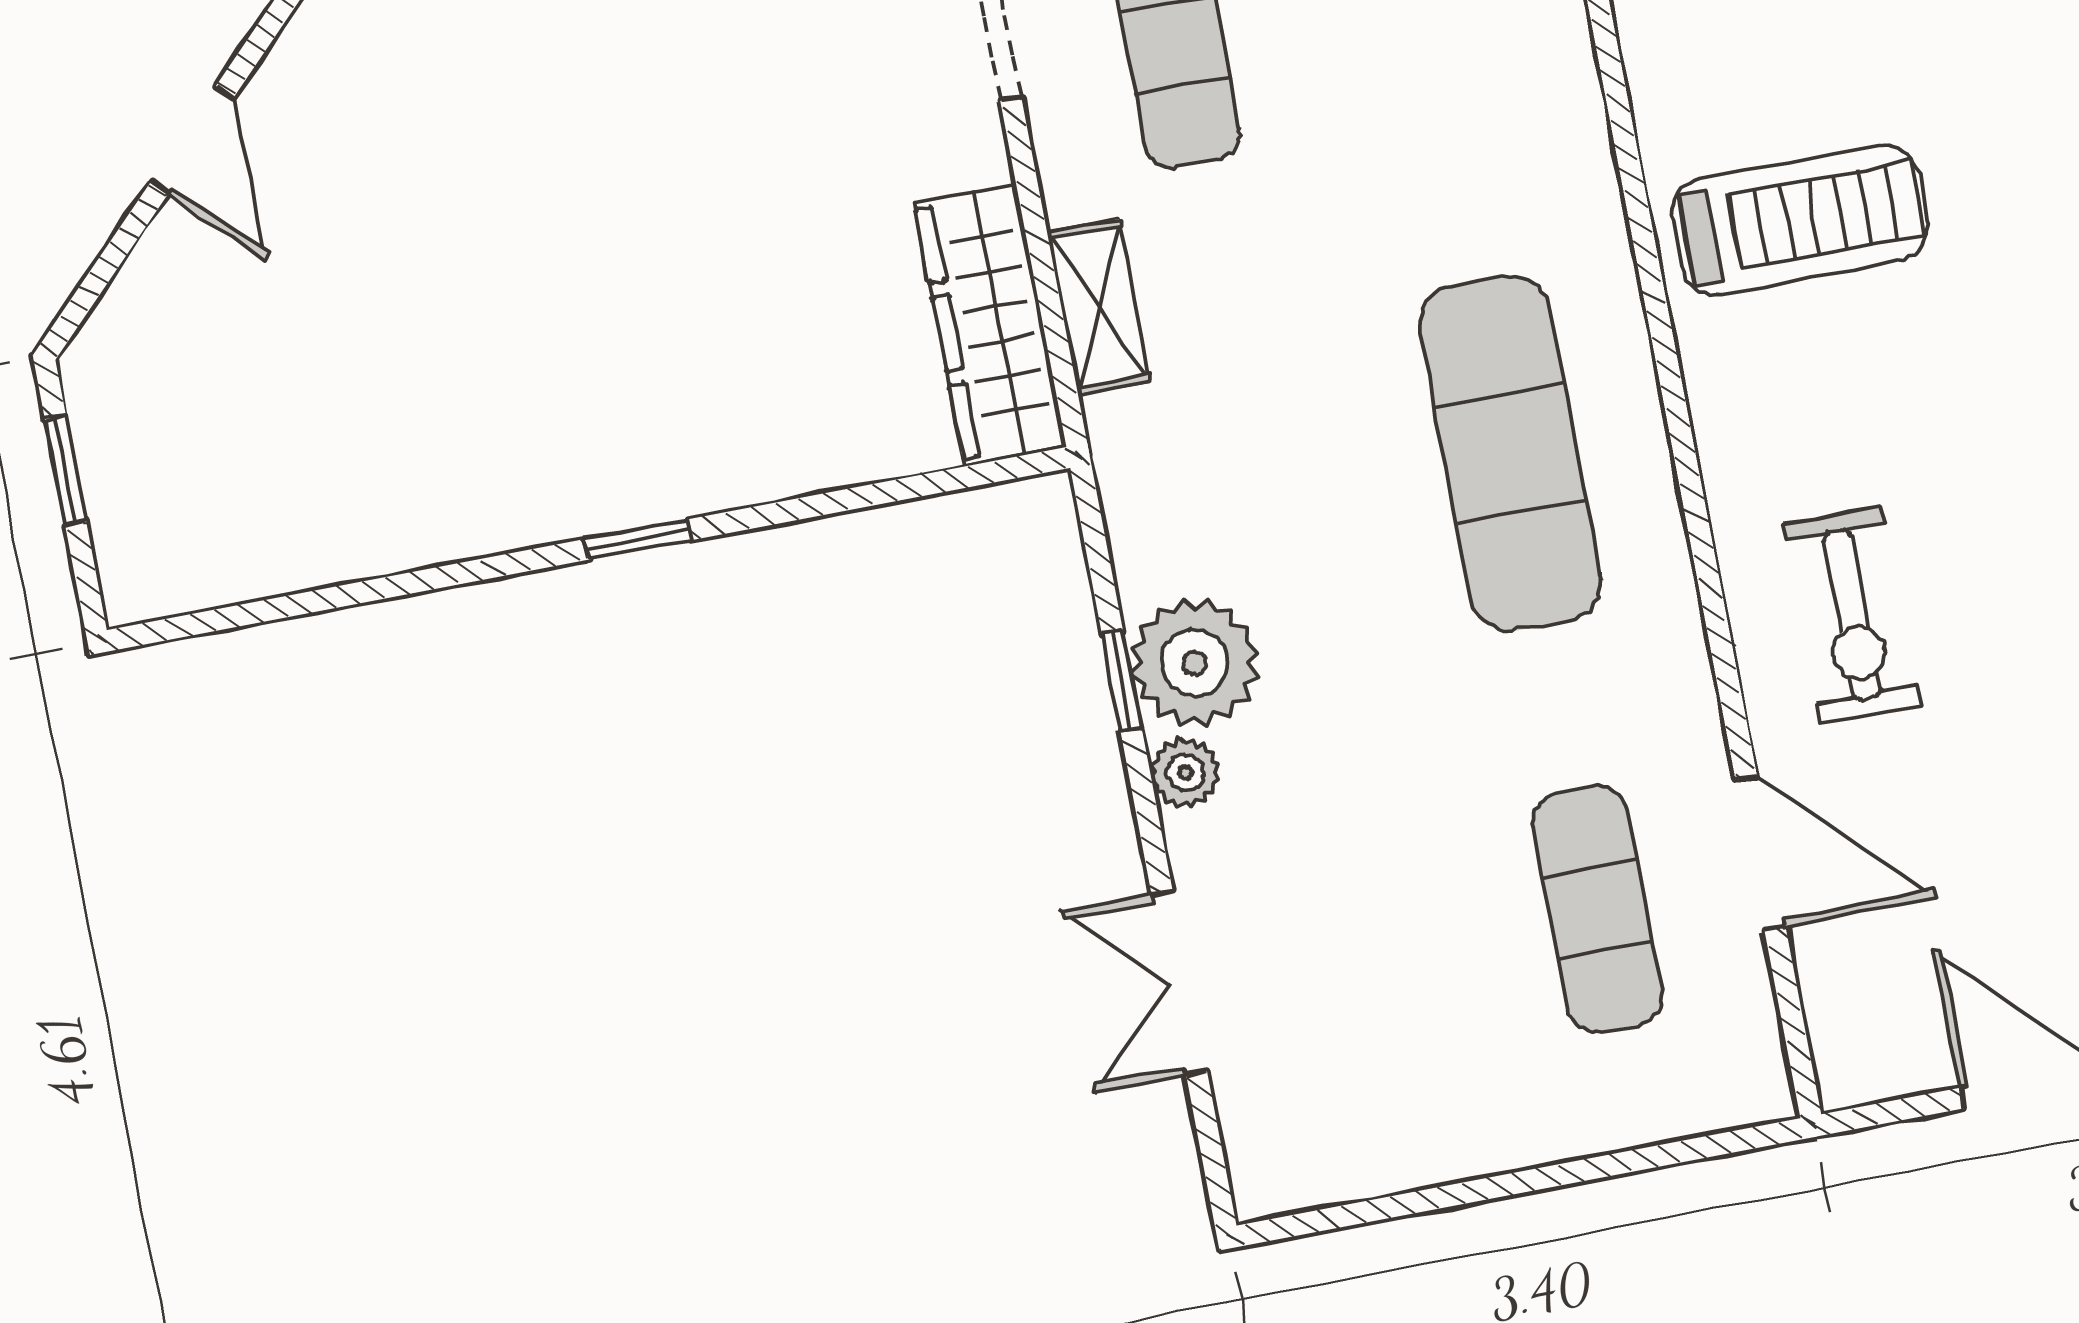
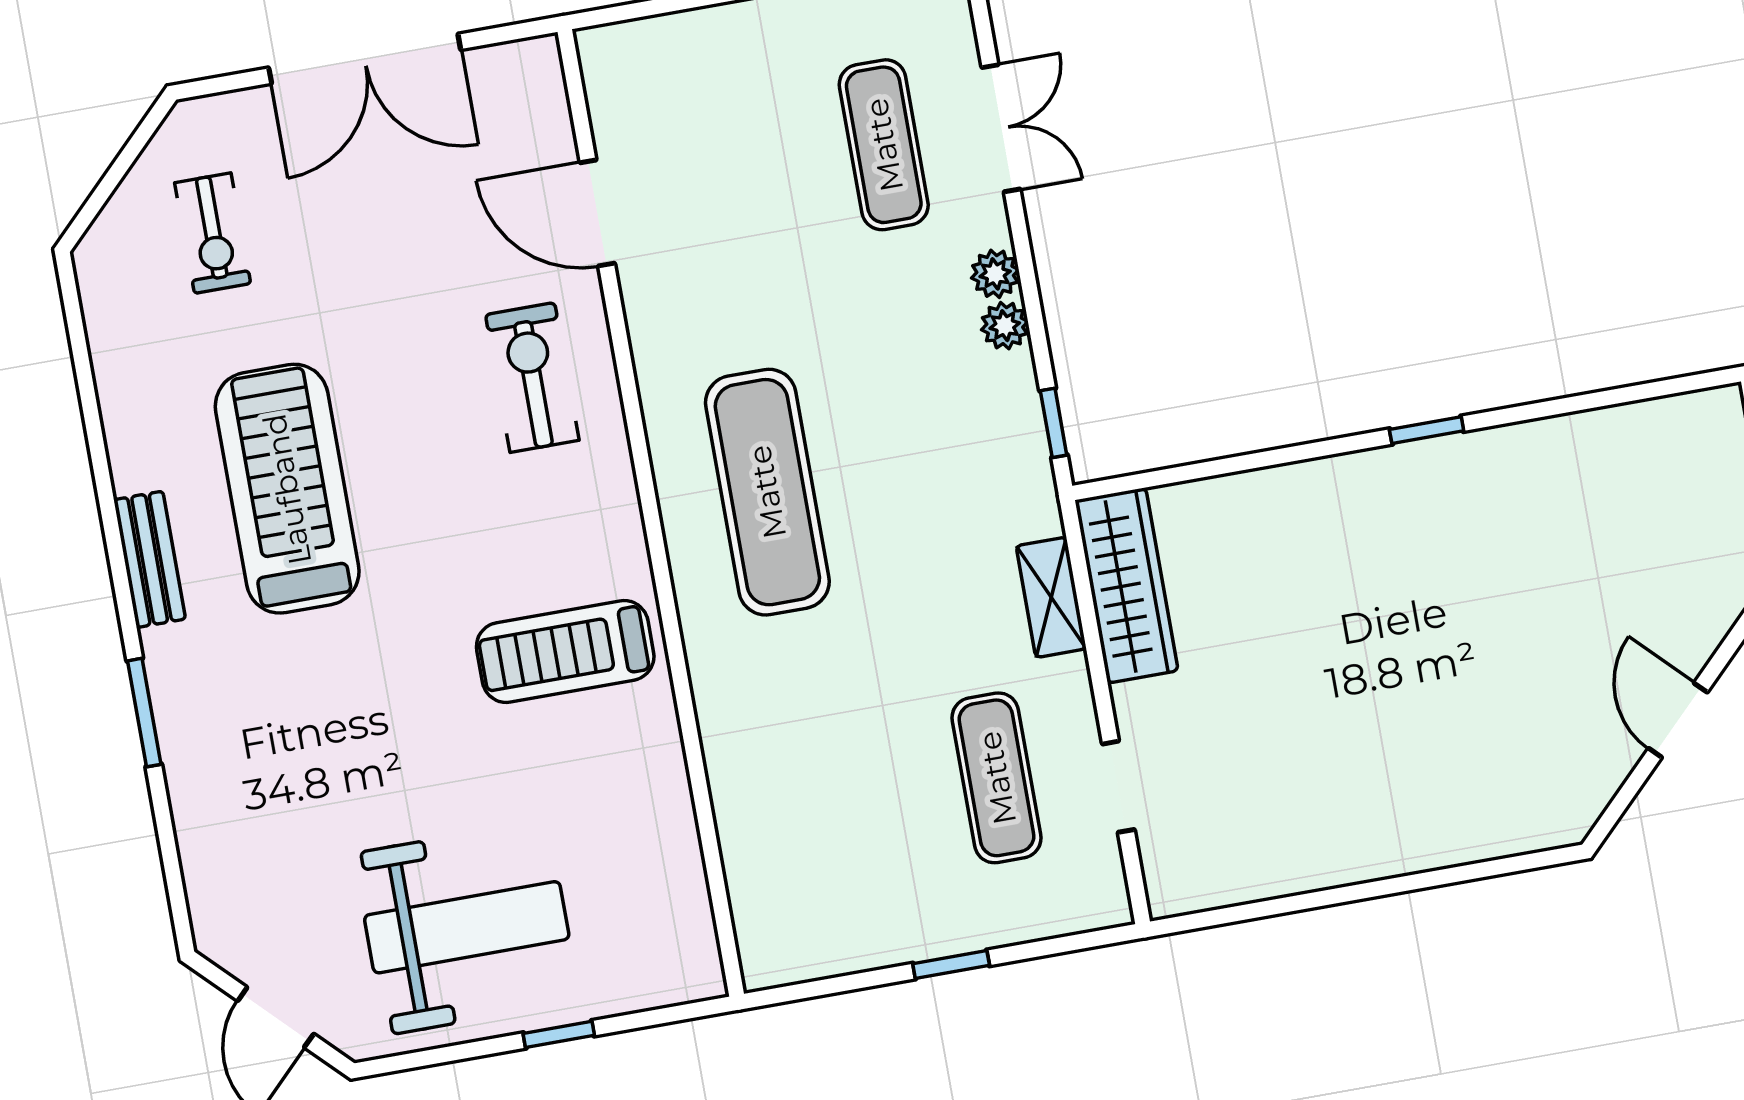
window: (638, 540) -> (1427, 430), moved
plant: (1194, 663) -> (1005, 326), width x0.53, depth x0.53
window: (1122, 681) -> (1054, 423), moved
exercise mat: (1597, 909) -> (884, 145), moved

